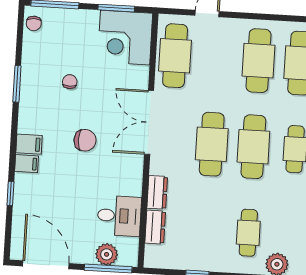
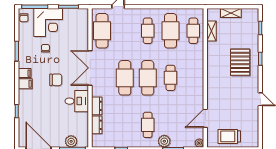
corner desk: (125, 38) -> (48, 23), moved, turned -90
cafe table: (259, 61) -> (148, 31), width x0.73, depth x0.74
filing cabinet: (27, 164) -> (25, 73), moved
desk: (119, 216) -> (77, 101), moved

